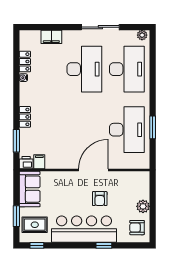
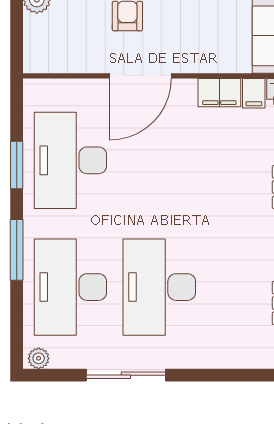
filing cabinet: (51, 37) -> (219, 93), moved, turned 180
window: (153, 87) -> (17, 250), added

